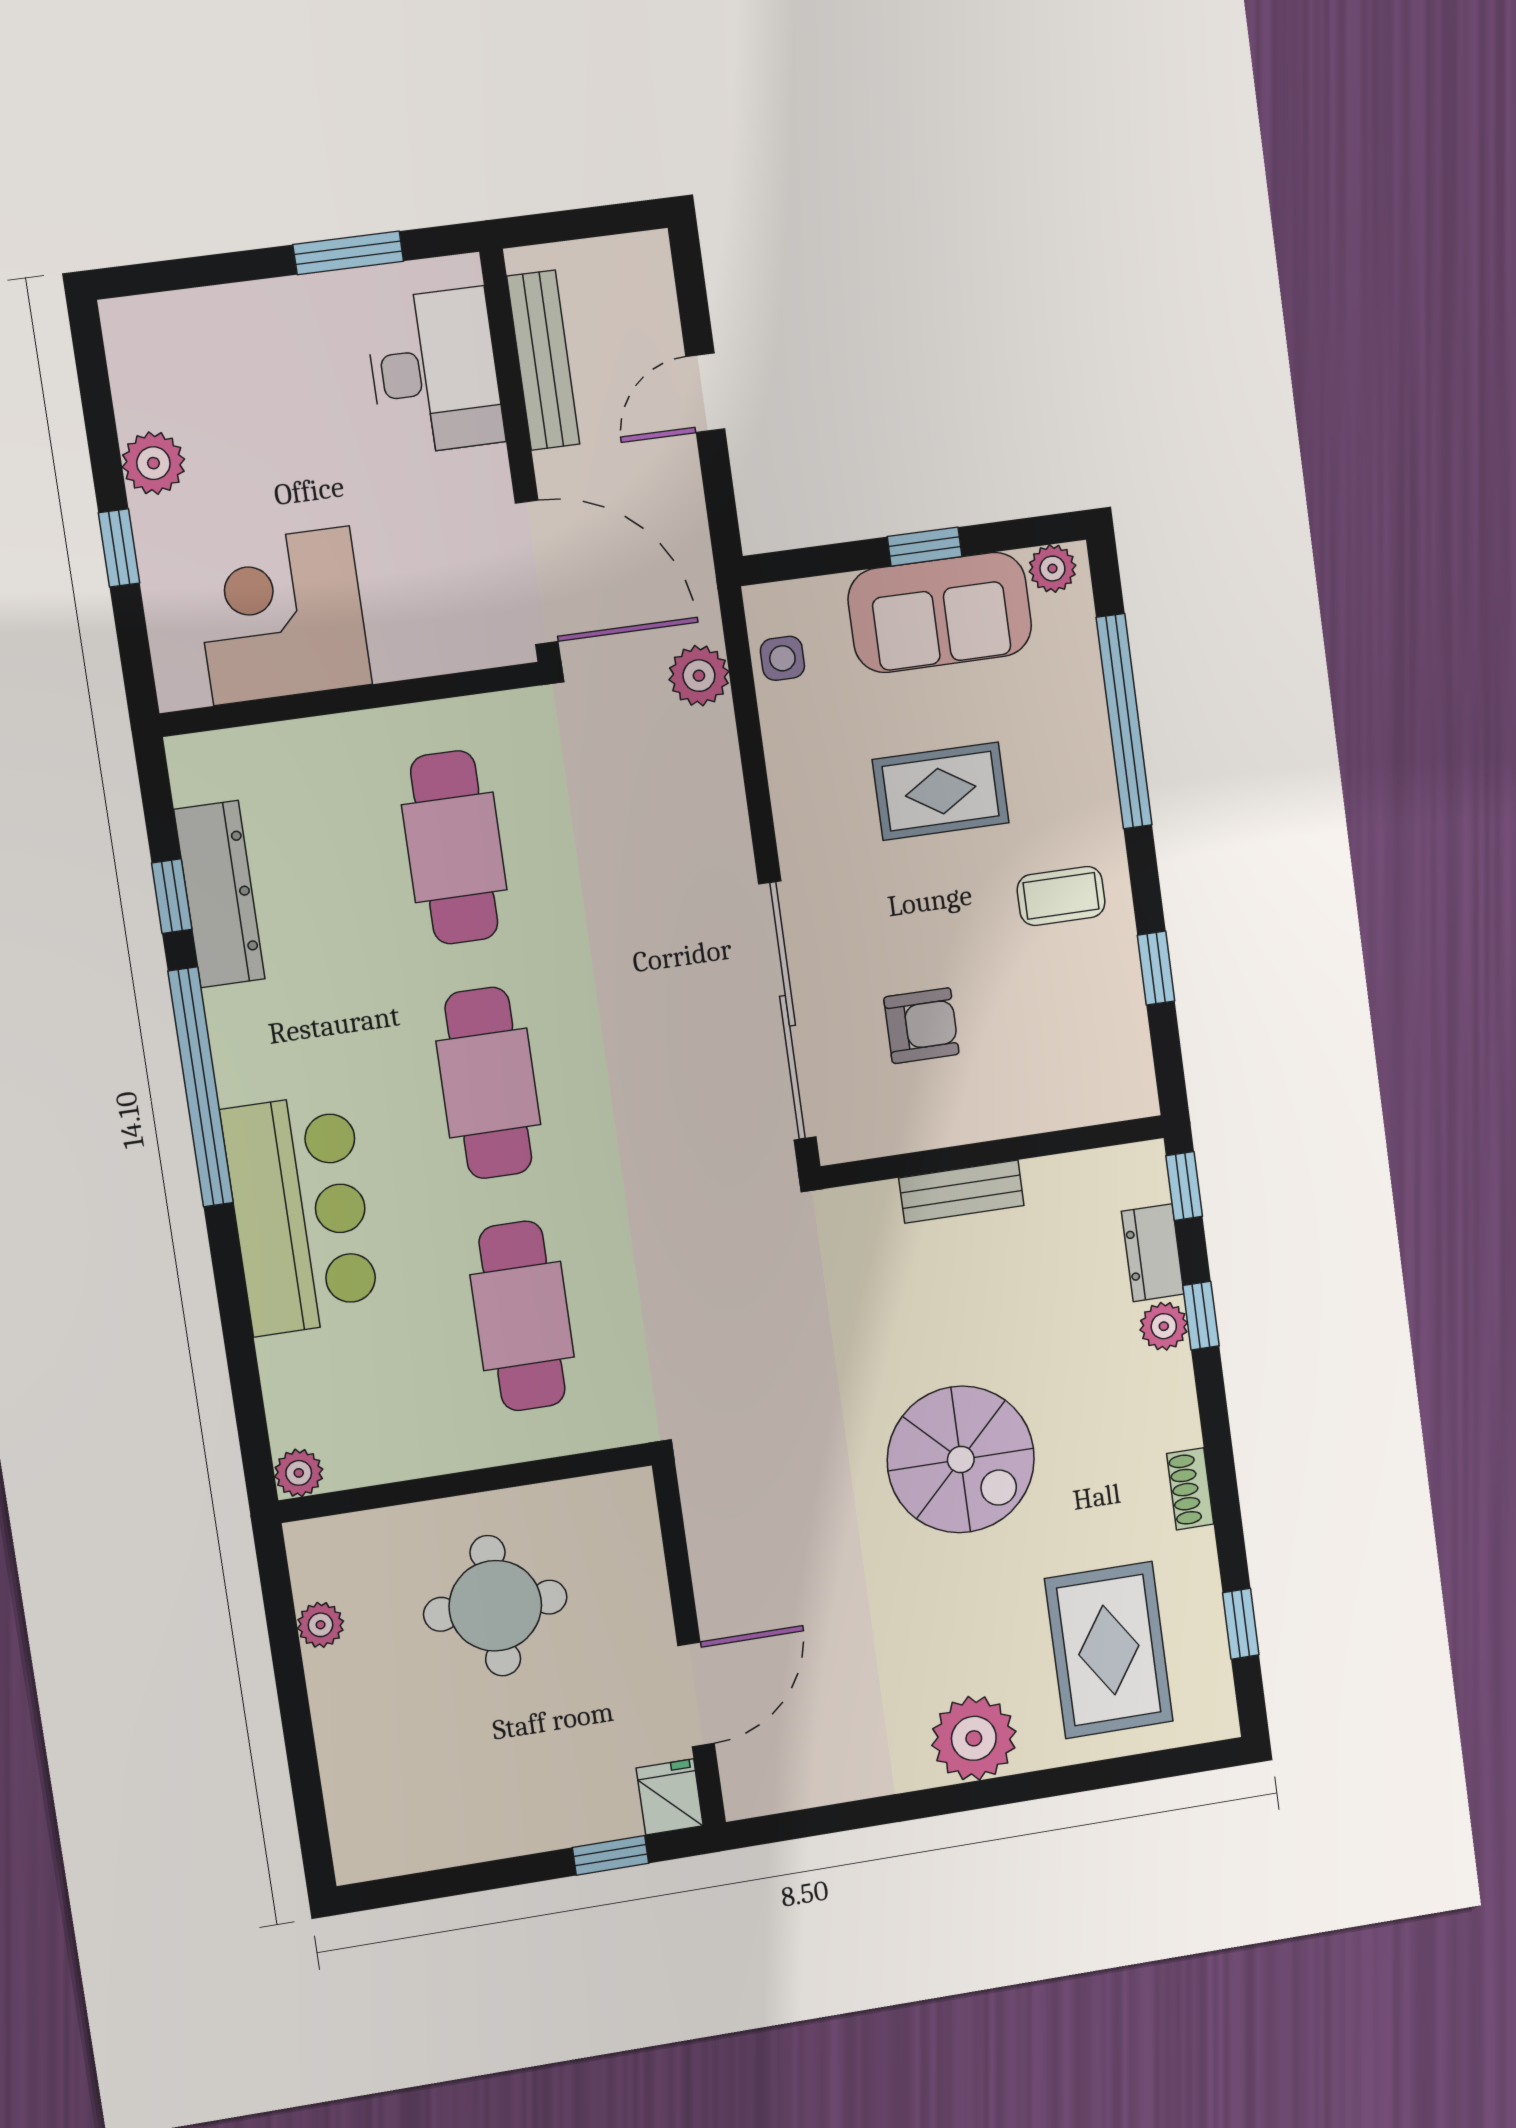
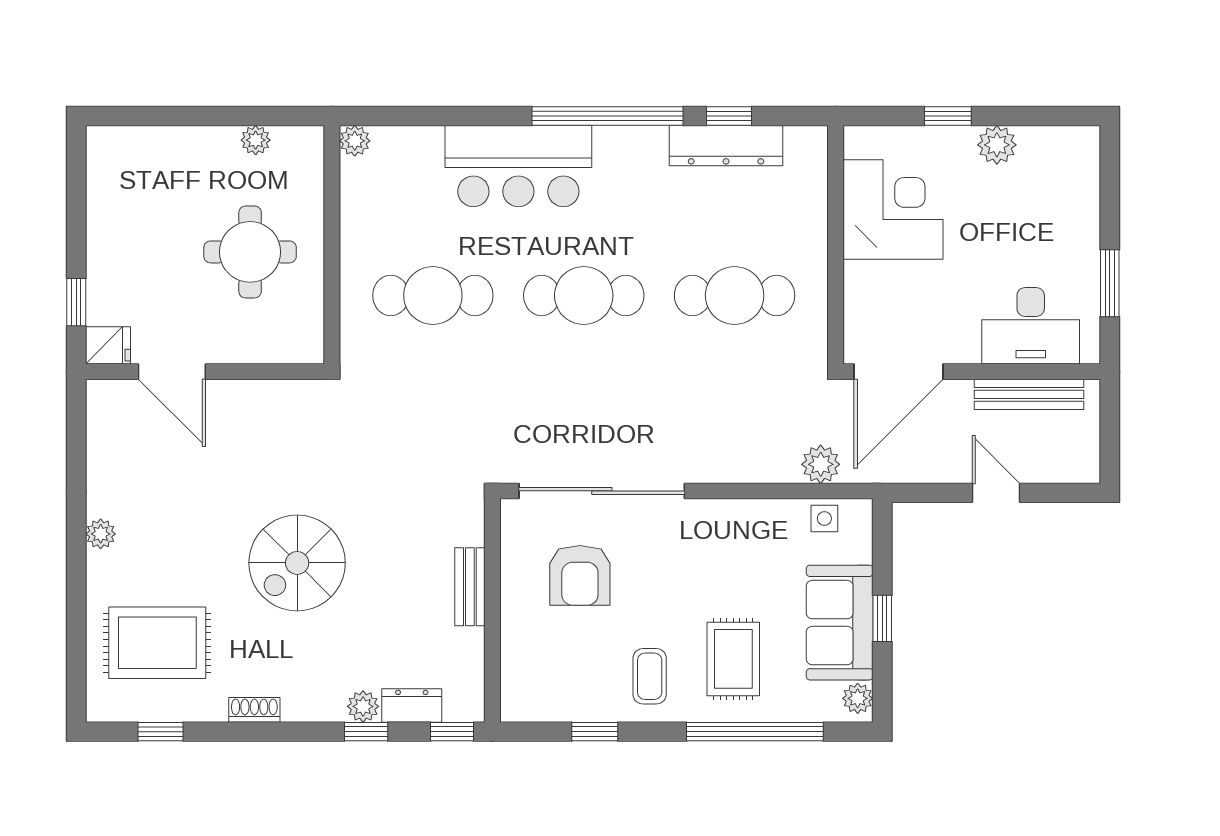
rug: (941, 791) -> (733, 659), moved
armchair: (921, 1026) -> (580, 575), width x1.38, depth x1.38
plant: (974, 1738) -> (101, 534), width x0.53, depth x0.53

